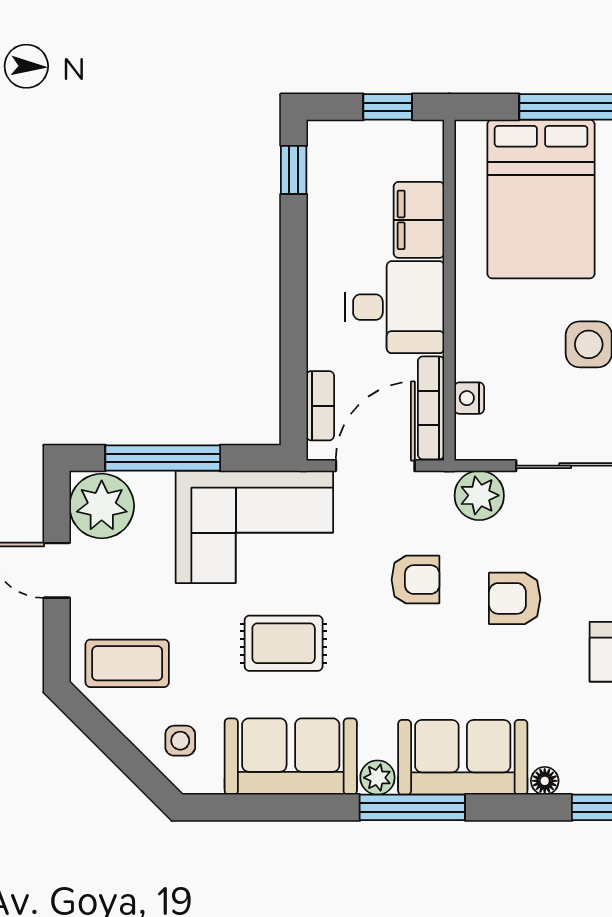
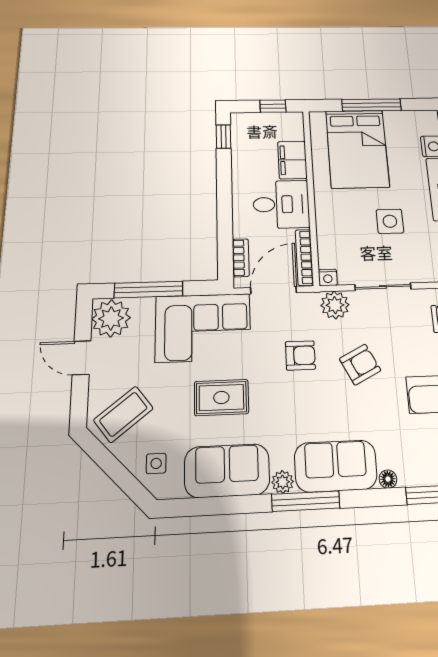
nightstand: (469, 398) -> (328, 277), moved, turned -90
armchair: (515, 598) -> (360, 365), turned 153
coffee table: (127, 663) -> (123, 414), turned -38

